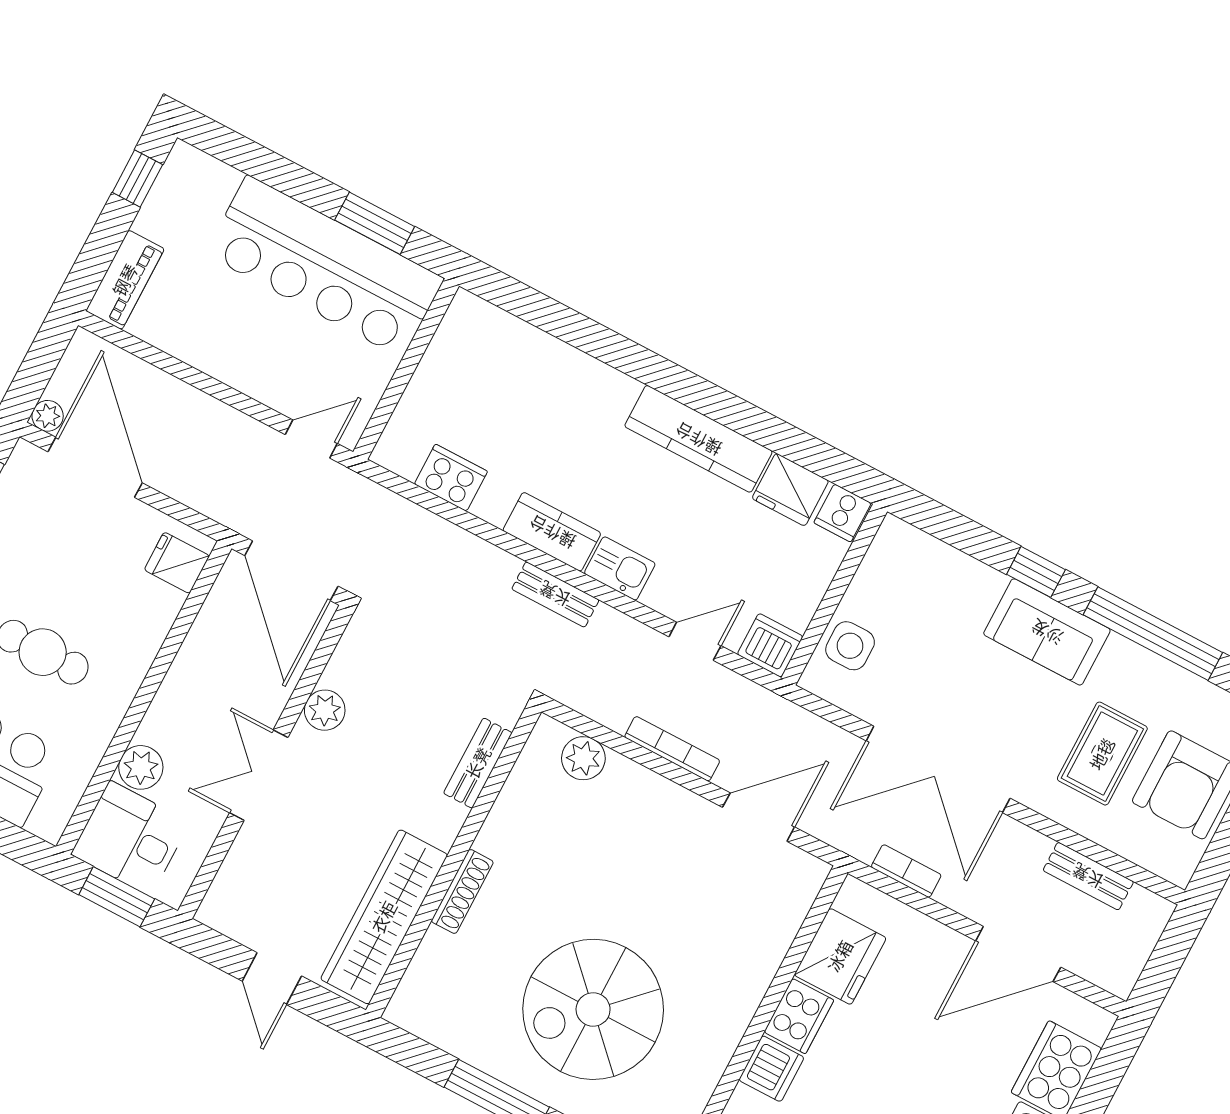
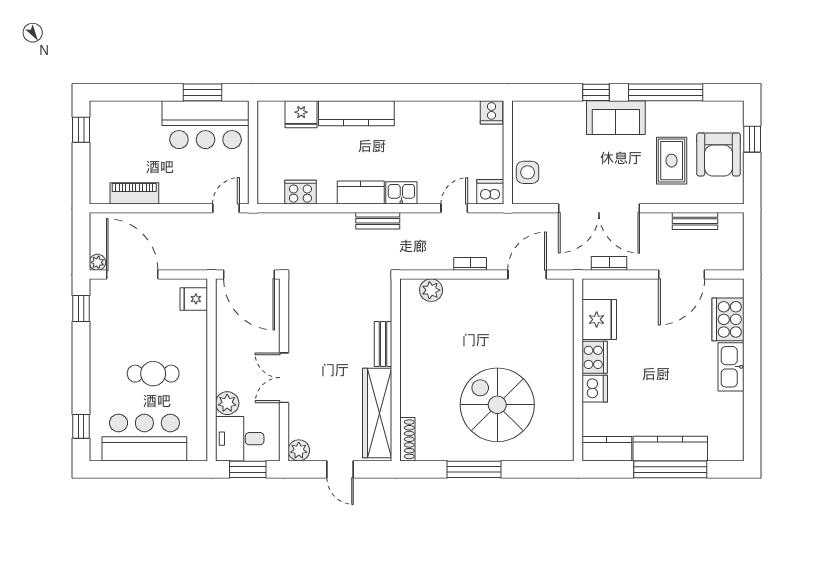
bar counter: (325, 266) -> (206, 125), width x0.73
piano: (125, 280) -> (134, 193), moved, turned -90
kitchen counter: (698, 439) -> (356, 113), moved
fridge: (790, 490) -> (301, 114), moved
plant: (325, 710) -> (299, 450), moved
bookcase: (672, 749) -> (470, 264), width x0.64
bench: (478, 763) -> (383, 344), moved
shoe rack: (462, 891) -> (407, 439), moved
spiral stairs: (593, 1009) -> (497, 405), turned 90

